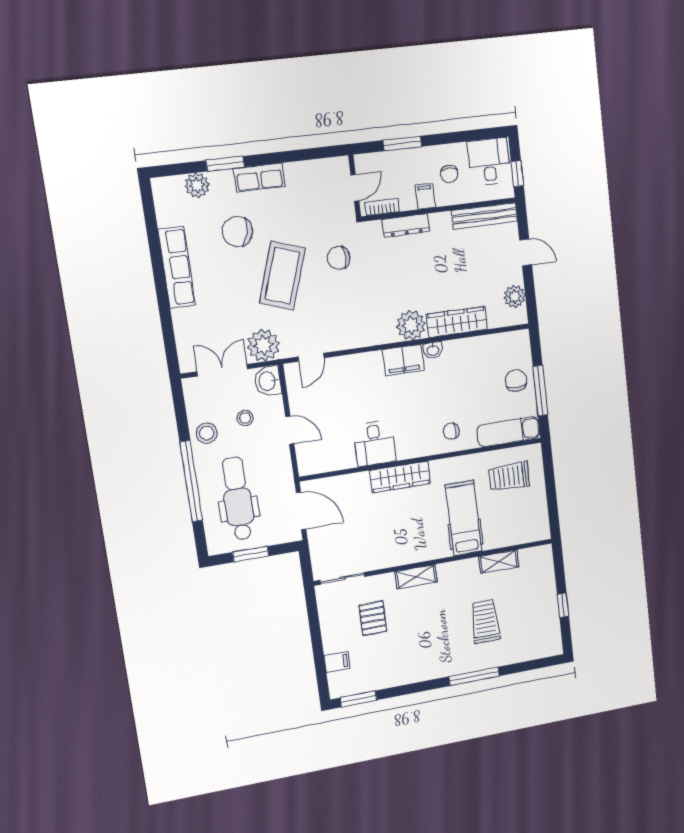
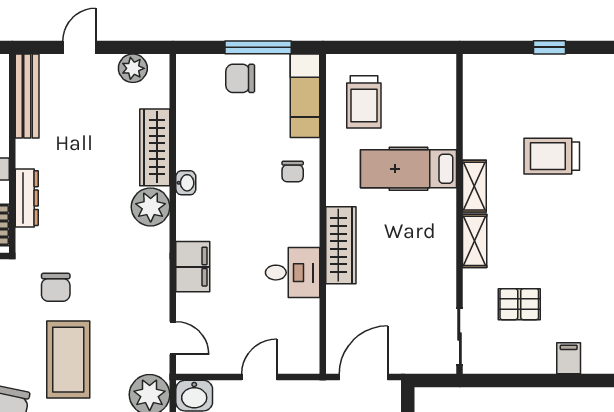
coffee table: (282, 276) -> (68, 360), turned 71
filing cabinet: (403, 360) -> (193, 267), moved
shelving: (499, 562) -> (474, 186), moved

